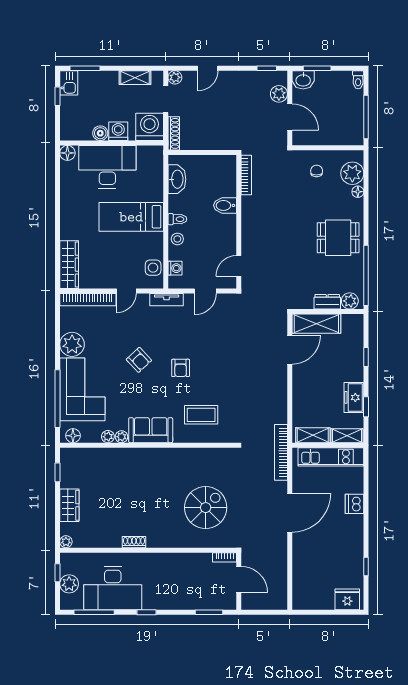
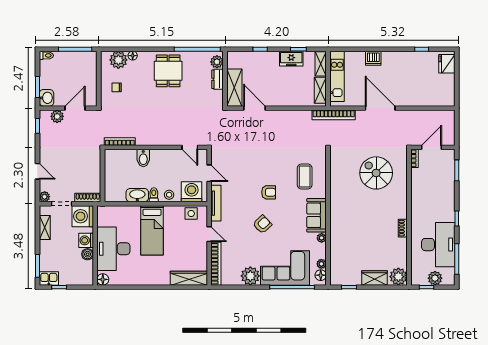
washbasin: (177, 179) -> (137, 195), moved
washing machine: (175, 268) -> (192, 192), width x1.89, depth x1.89
tv unit: (167, 300) -> (216, 203), width x1.41
plant: (108, 437) -> (321, 264), moved
plant: (66, 542) -> (398, 277), width x1.87, depth x1.87

